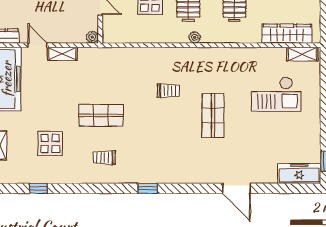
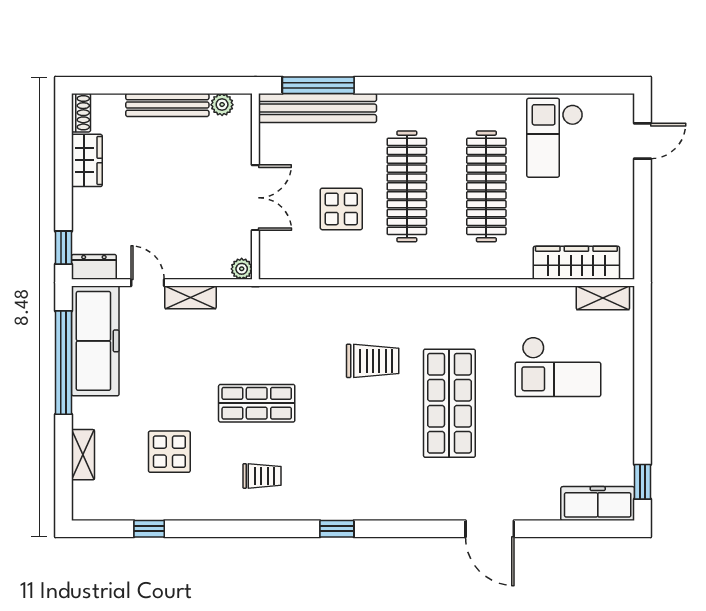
plant: (195, 37) -> (418, 269), removed
trolley: (168, 91) -> (373, 361), width x1.36, depth x1.39
shop shelf: (213, 115) -> (449, 403), width x1.43, depth x1.36
trolley: (104, 158) -> (262, 476), turned 180

